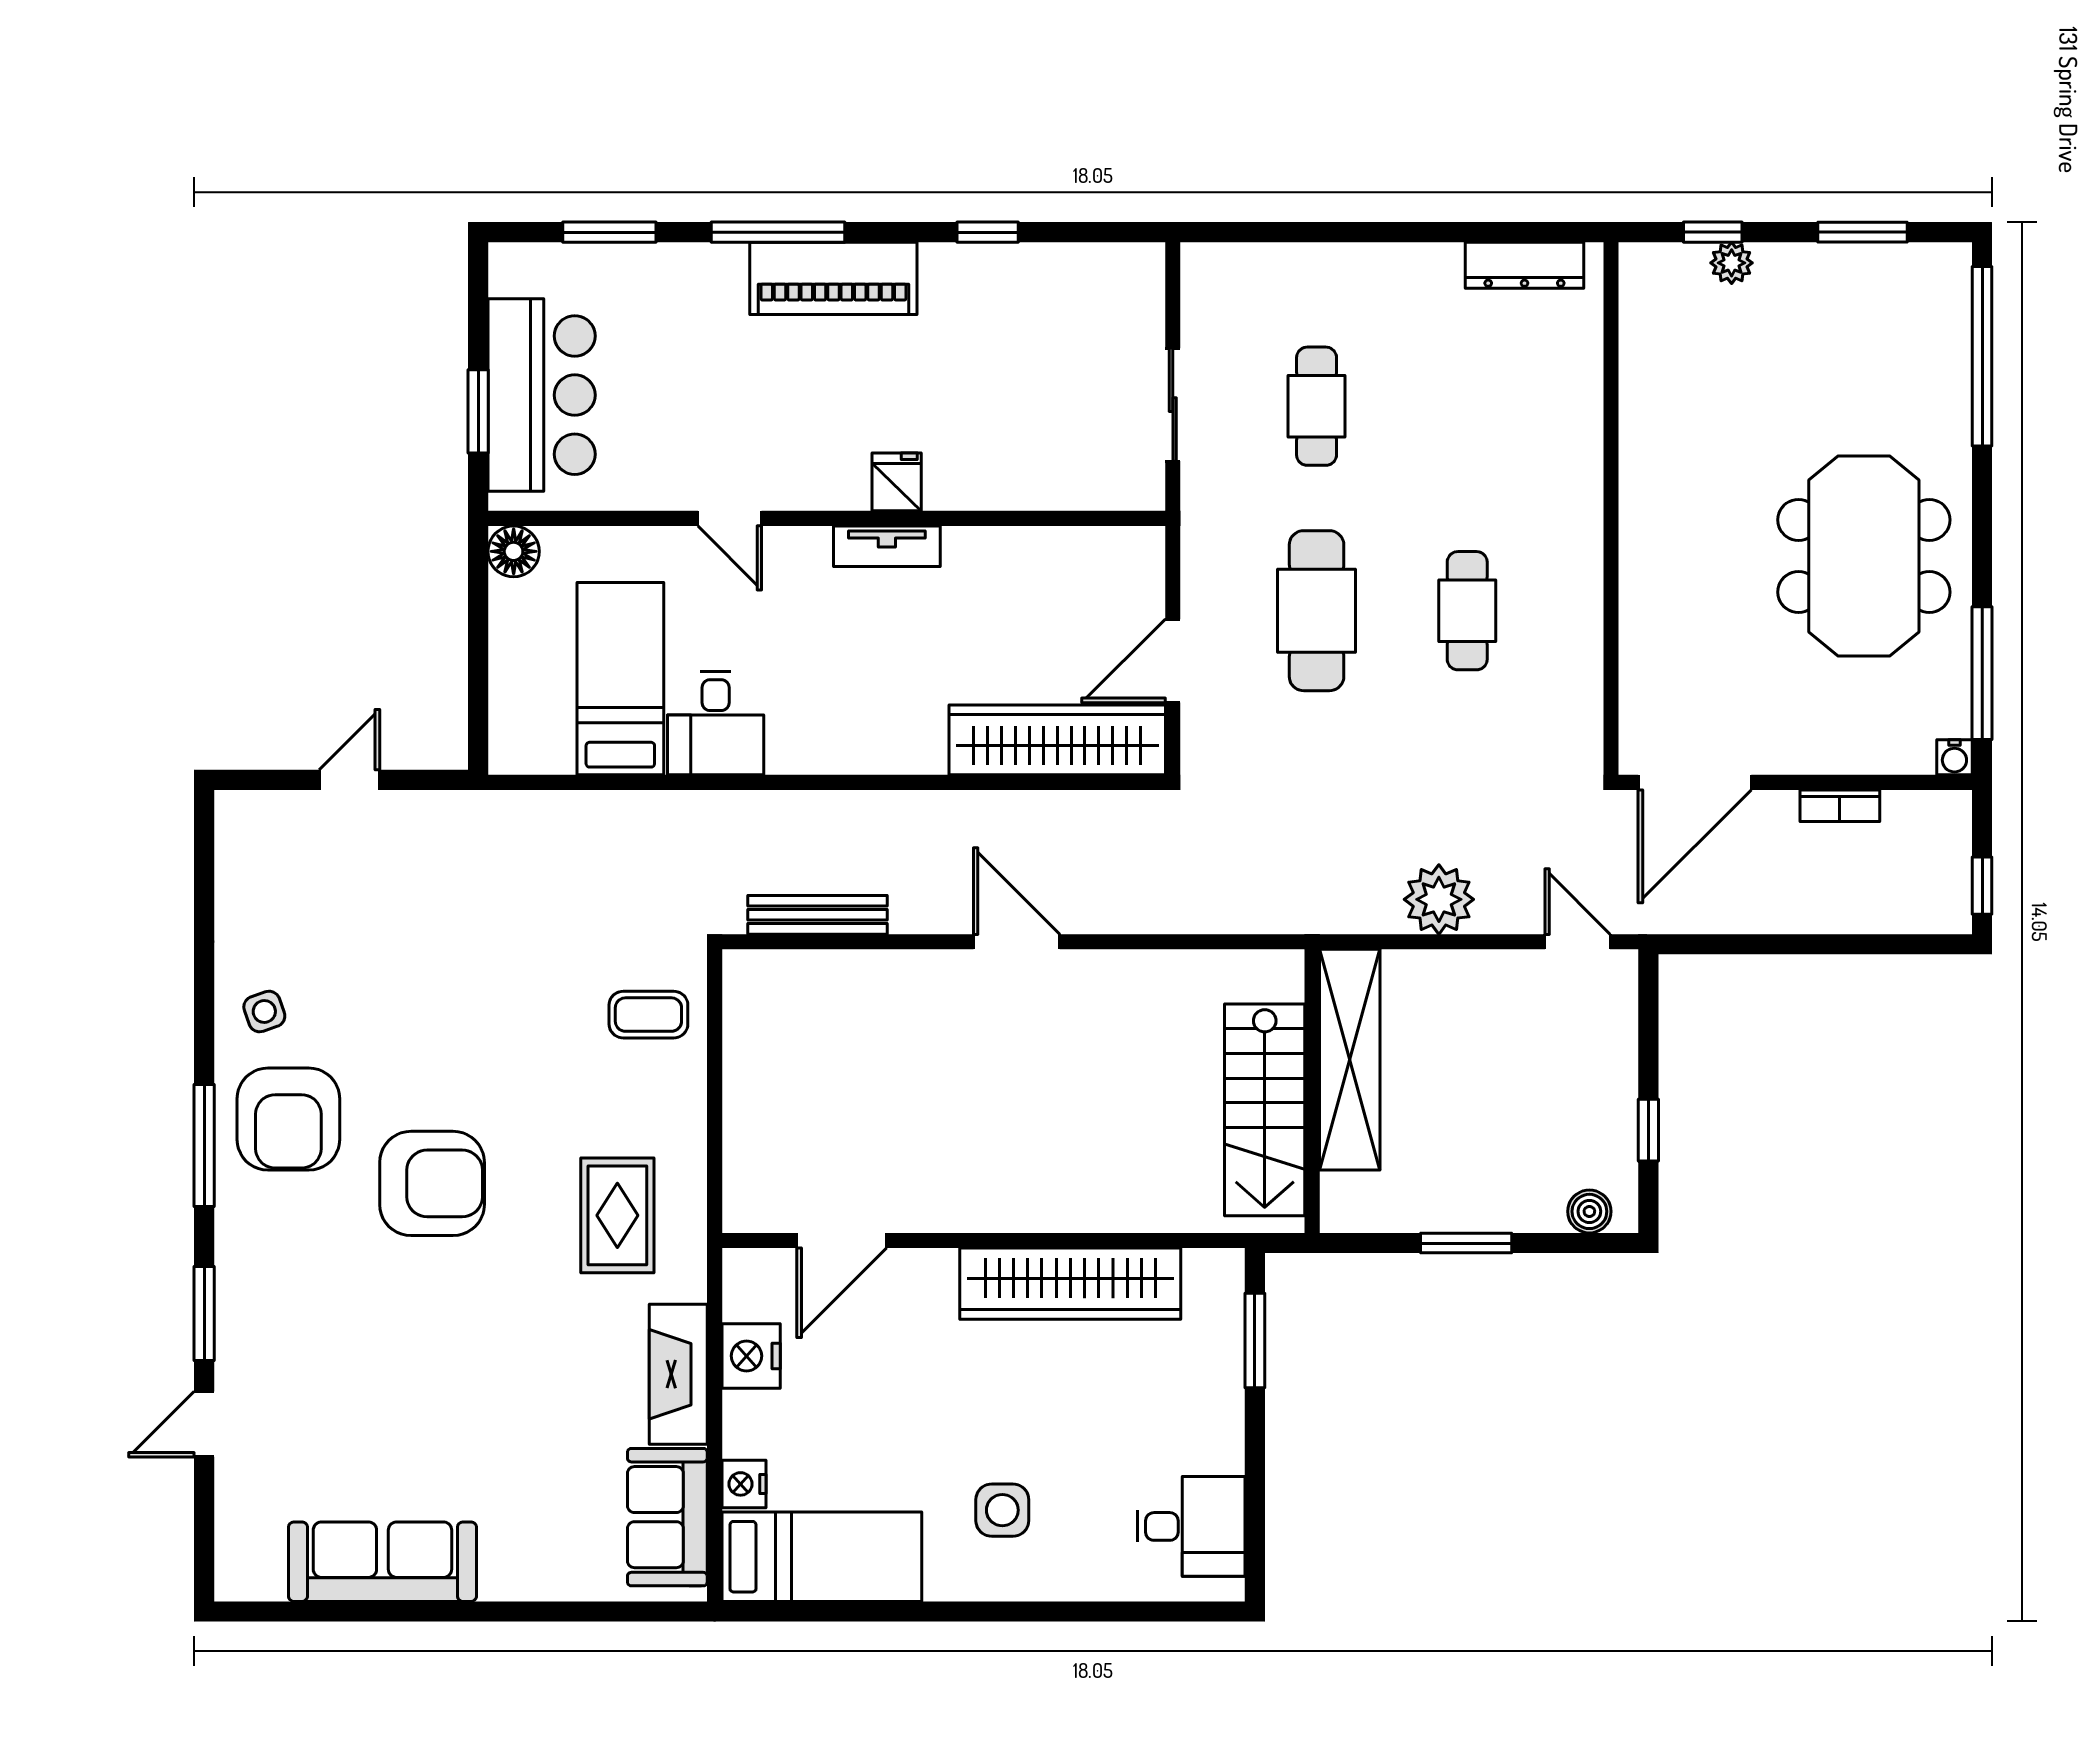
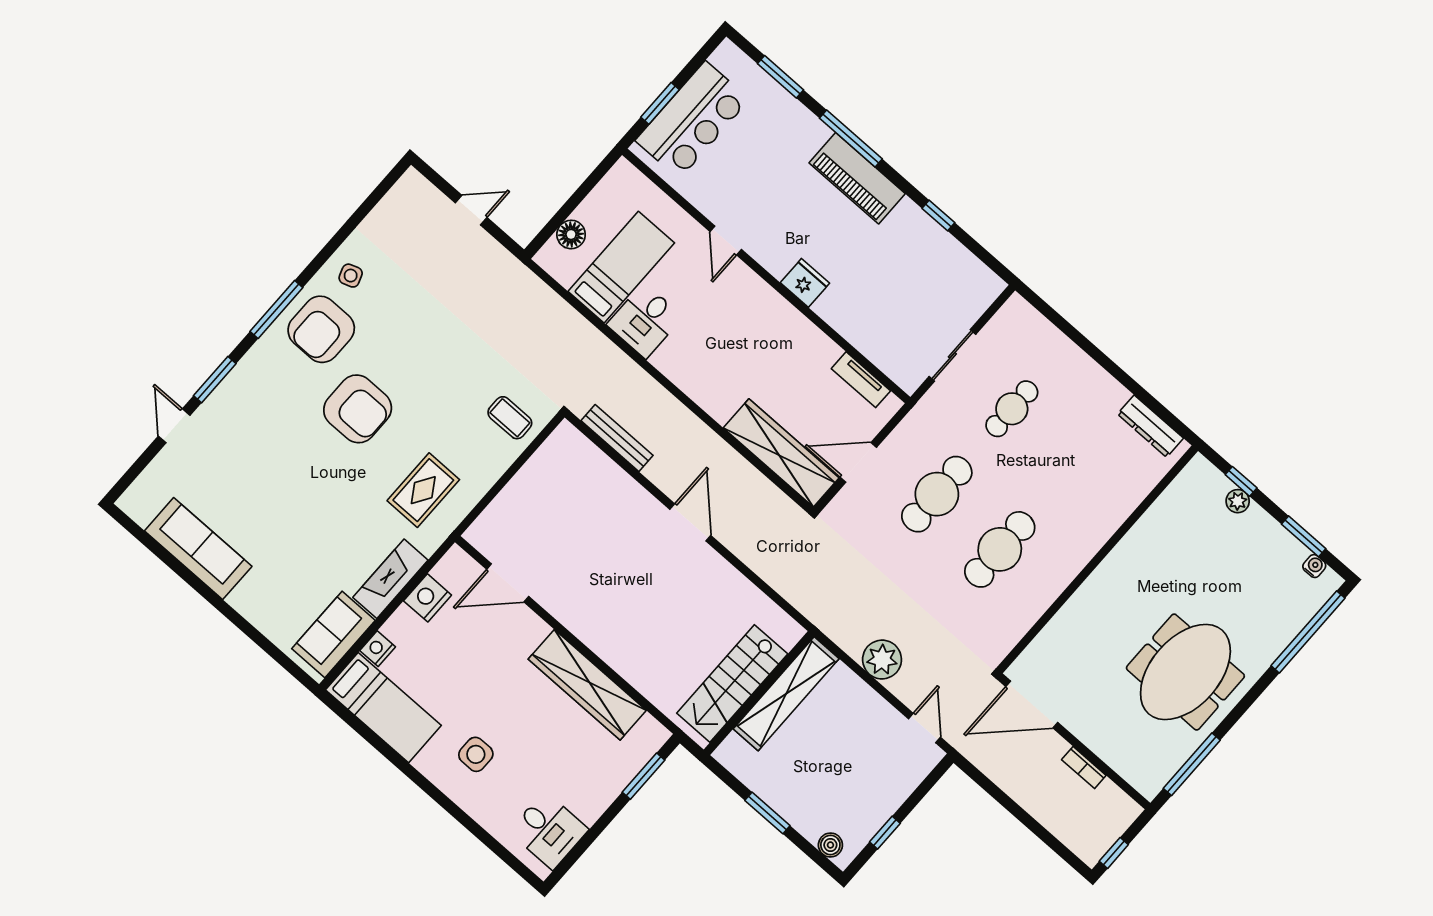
fridge: (897, 482) -> (805, 283), width x1.38
tv unit: (887, 546) -> (861, 380), moved
floor lamp: (514, 551) -> (571, 234), moved
cafe table: (1467, 611) -> (1000, 549), width x1.37, depth x1.35
water cooler: (1954, 757) -> (1314, 566), moved, turned 180
door: (204, 1424) -> (174, 426), hinge flipped

